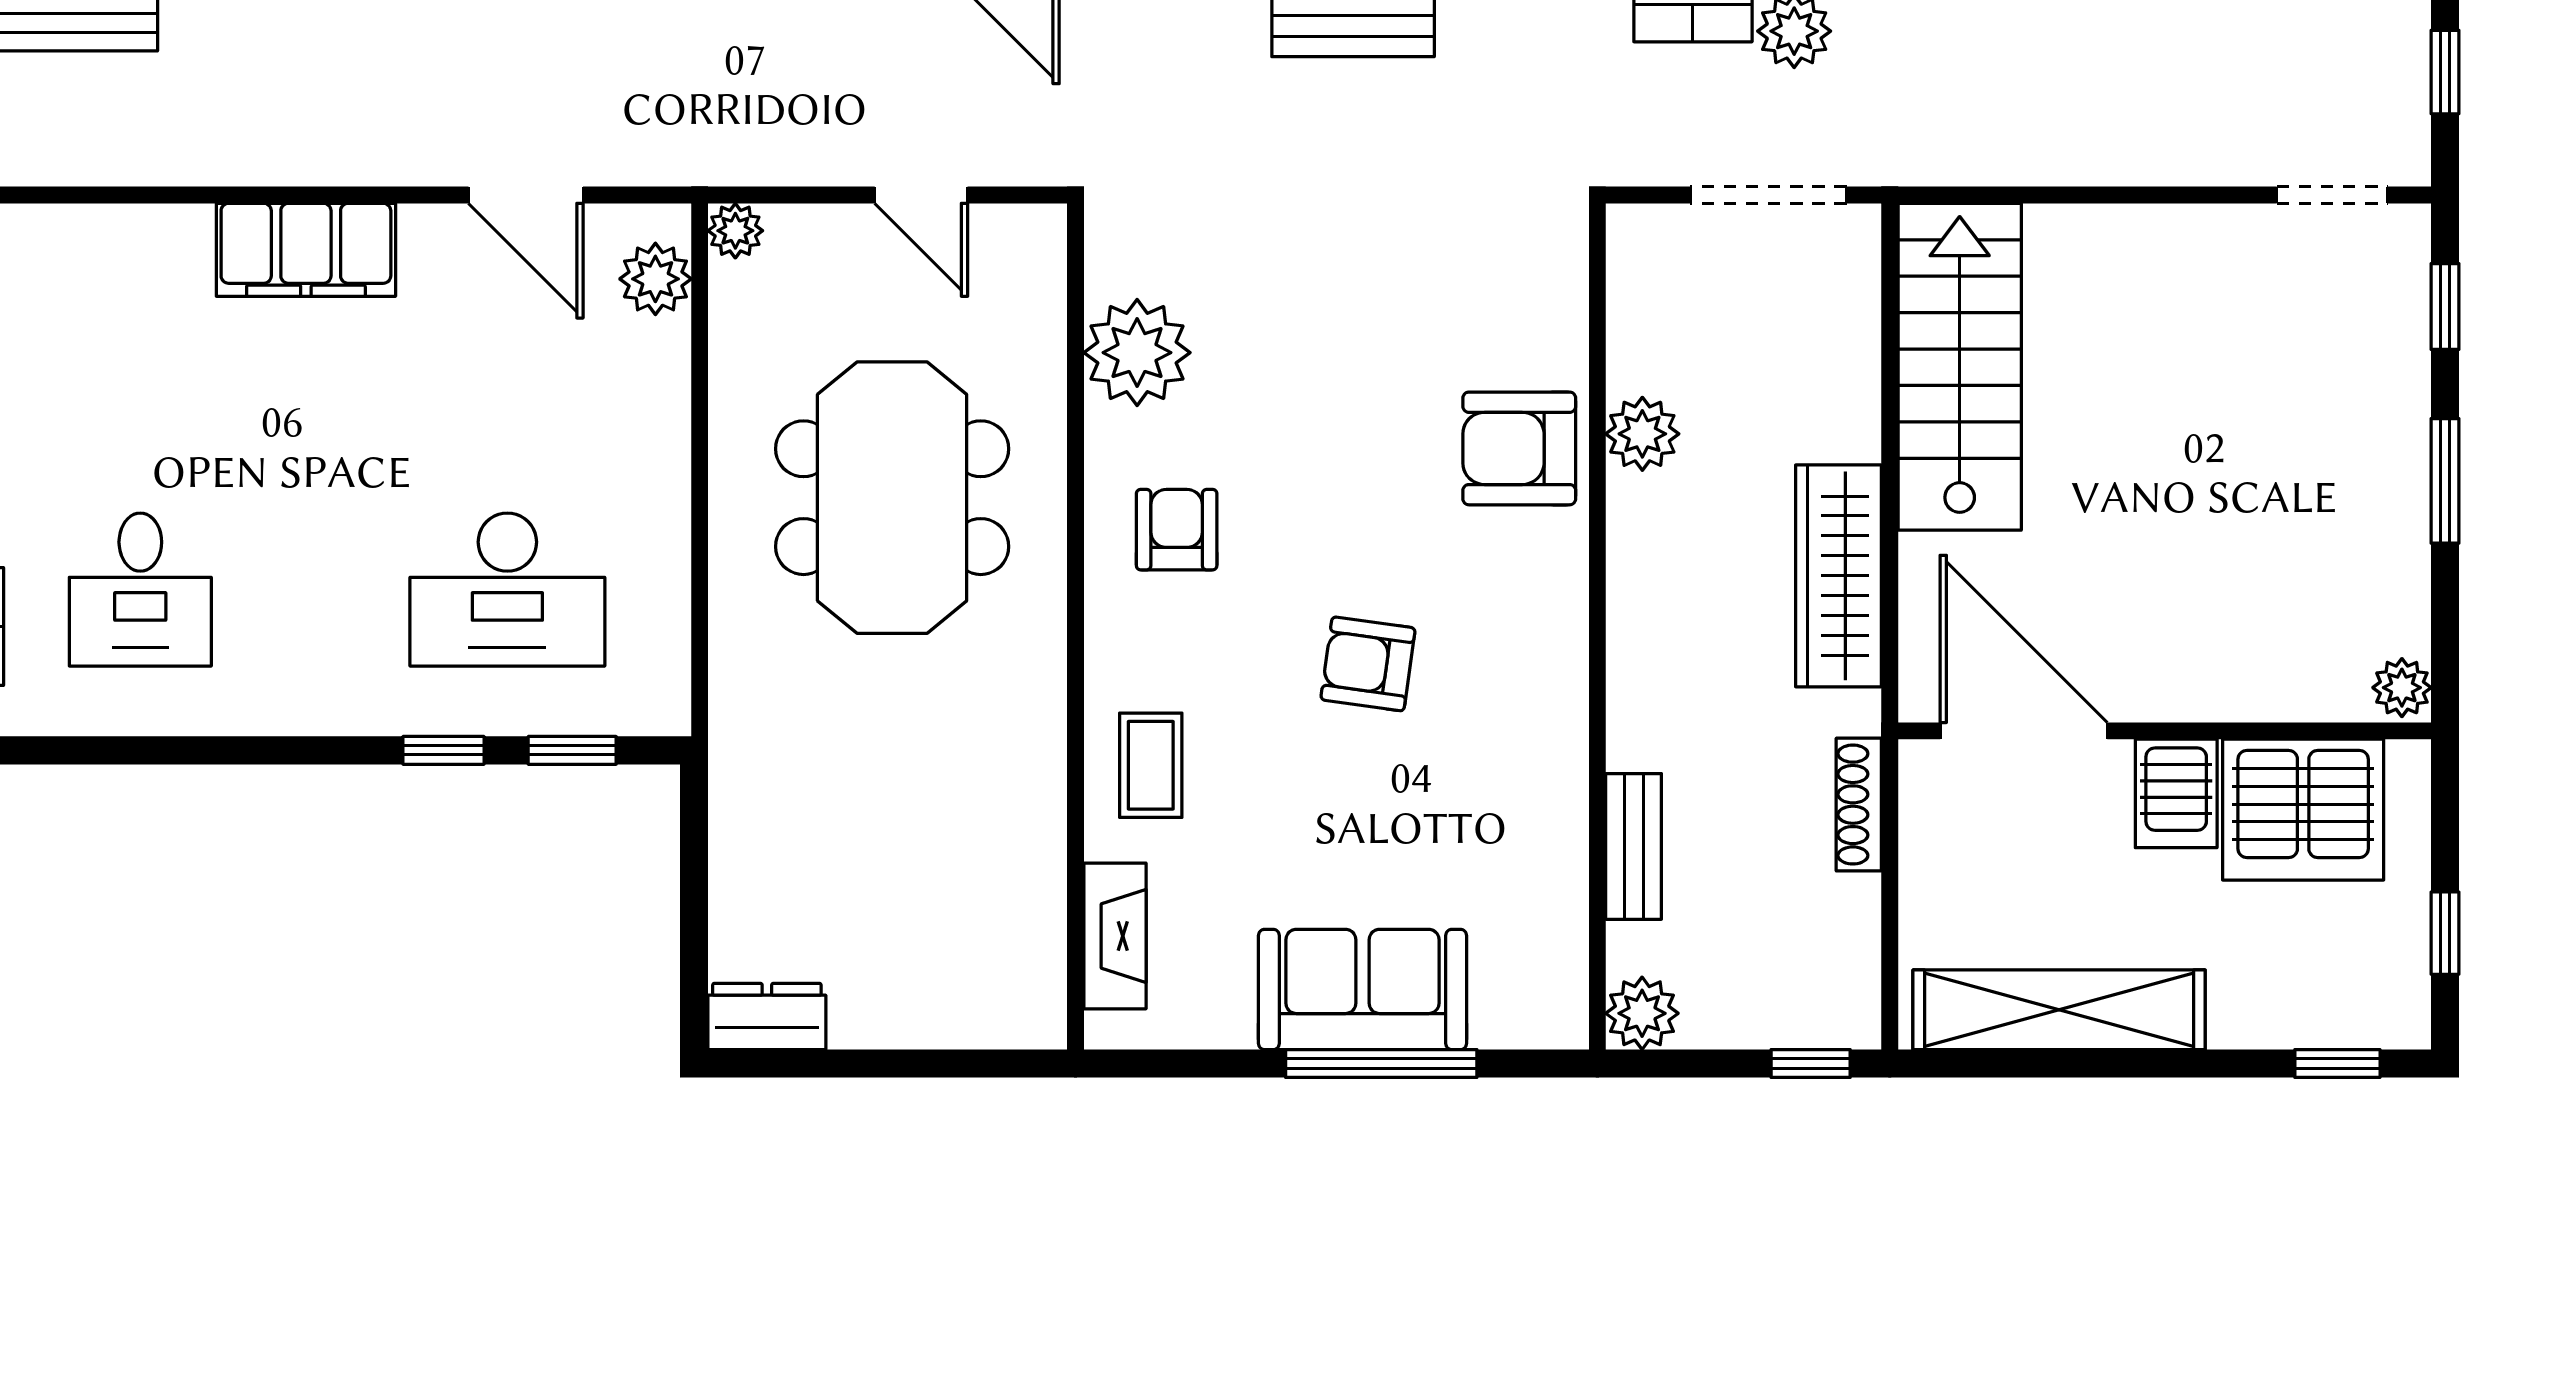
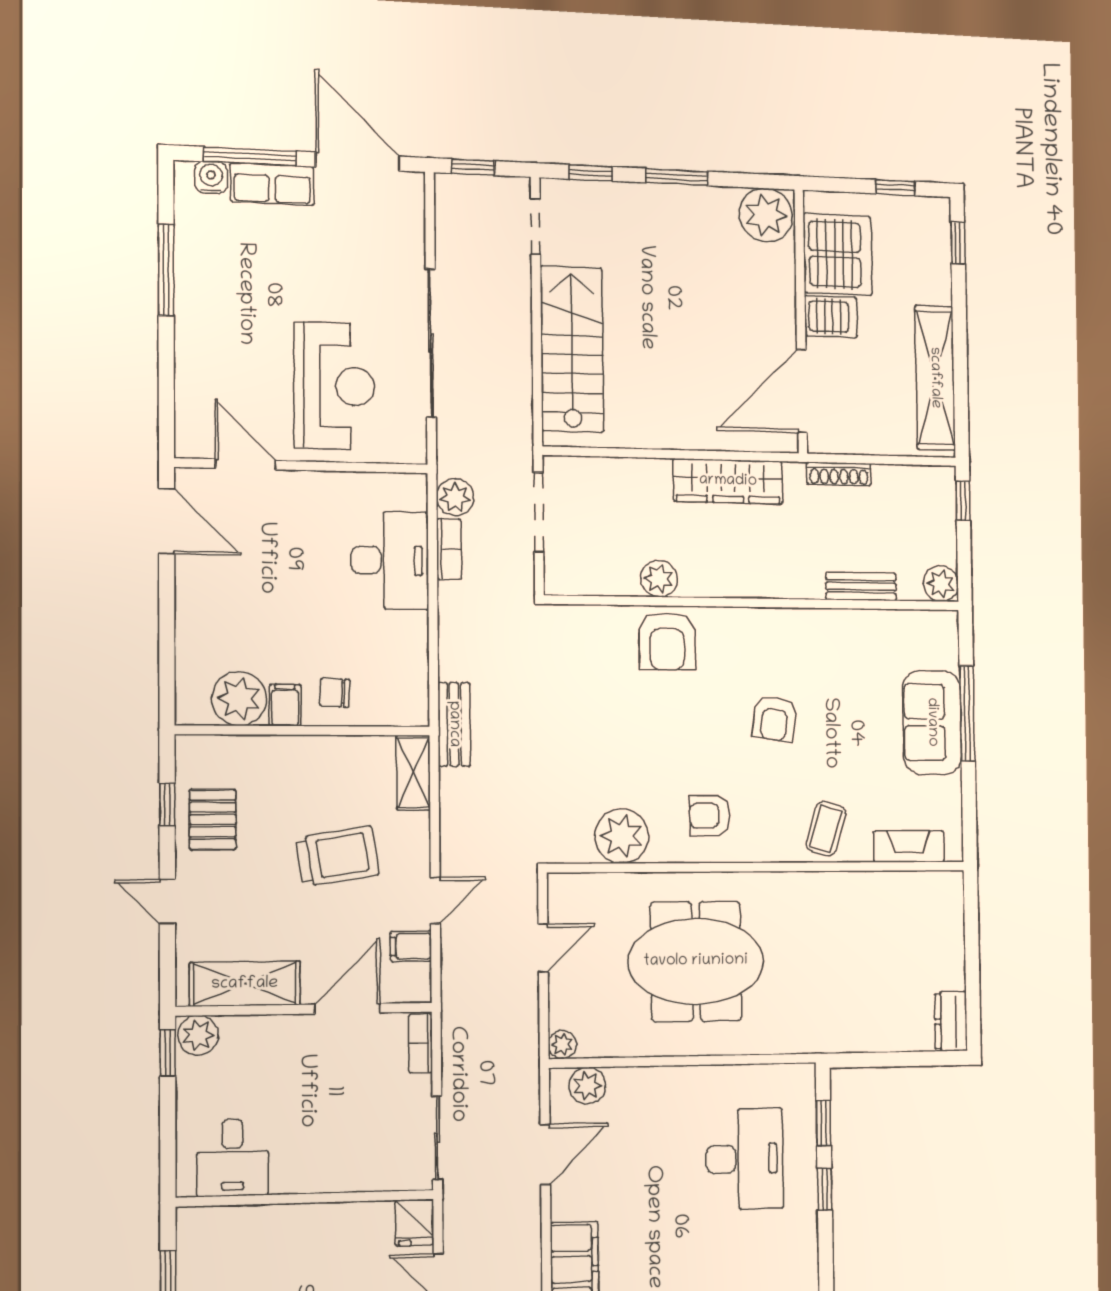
stairs: (1960, 367) -> (572, 349), moved, turned 90
plant: (2402, 688) -> (766, 215), width x1.87, depth x1.87
coffee table: (1151, 765) -> (826, 829), turned -73

